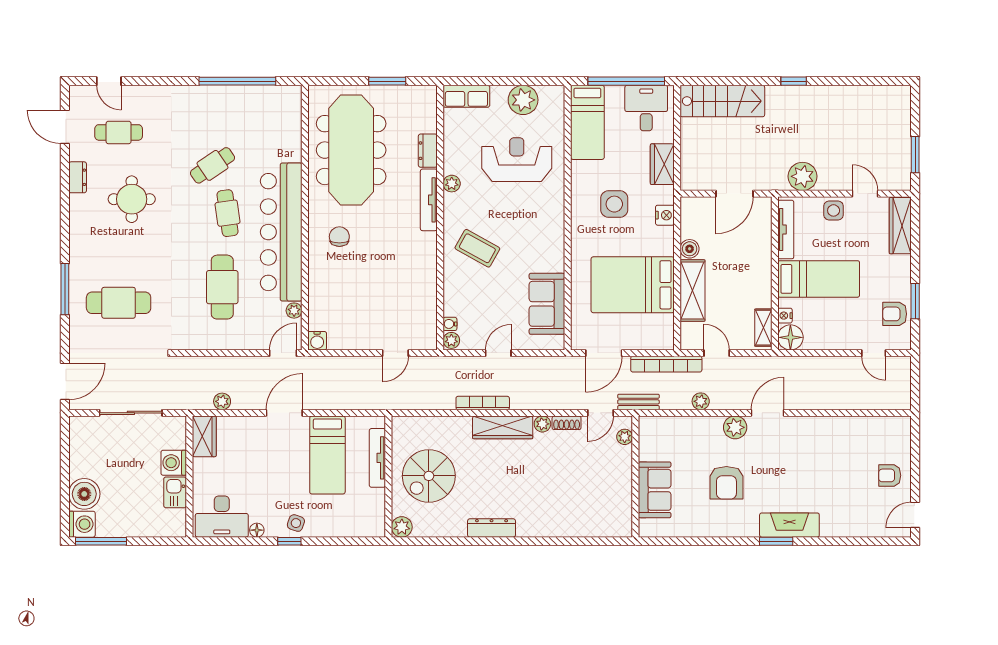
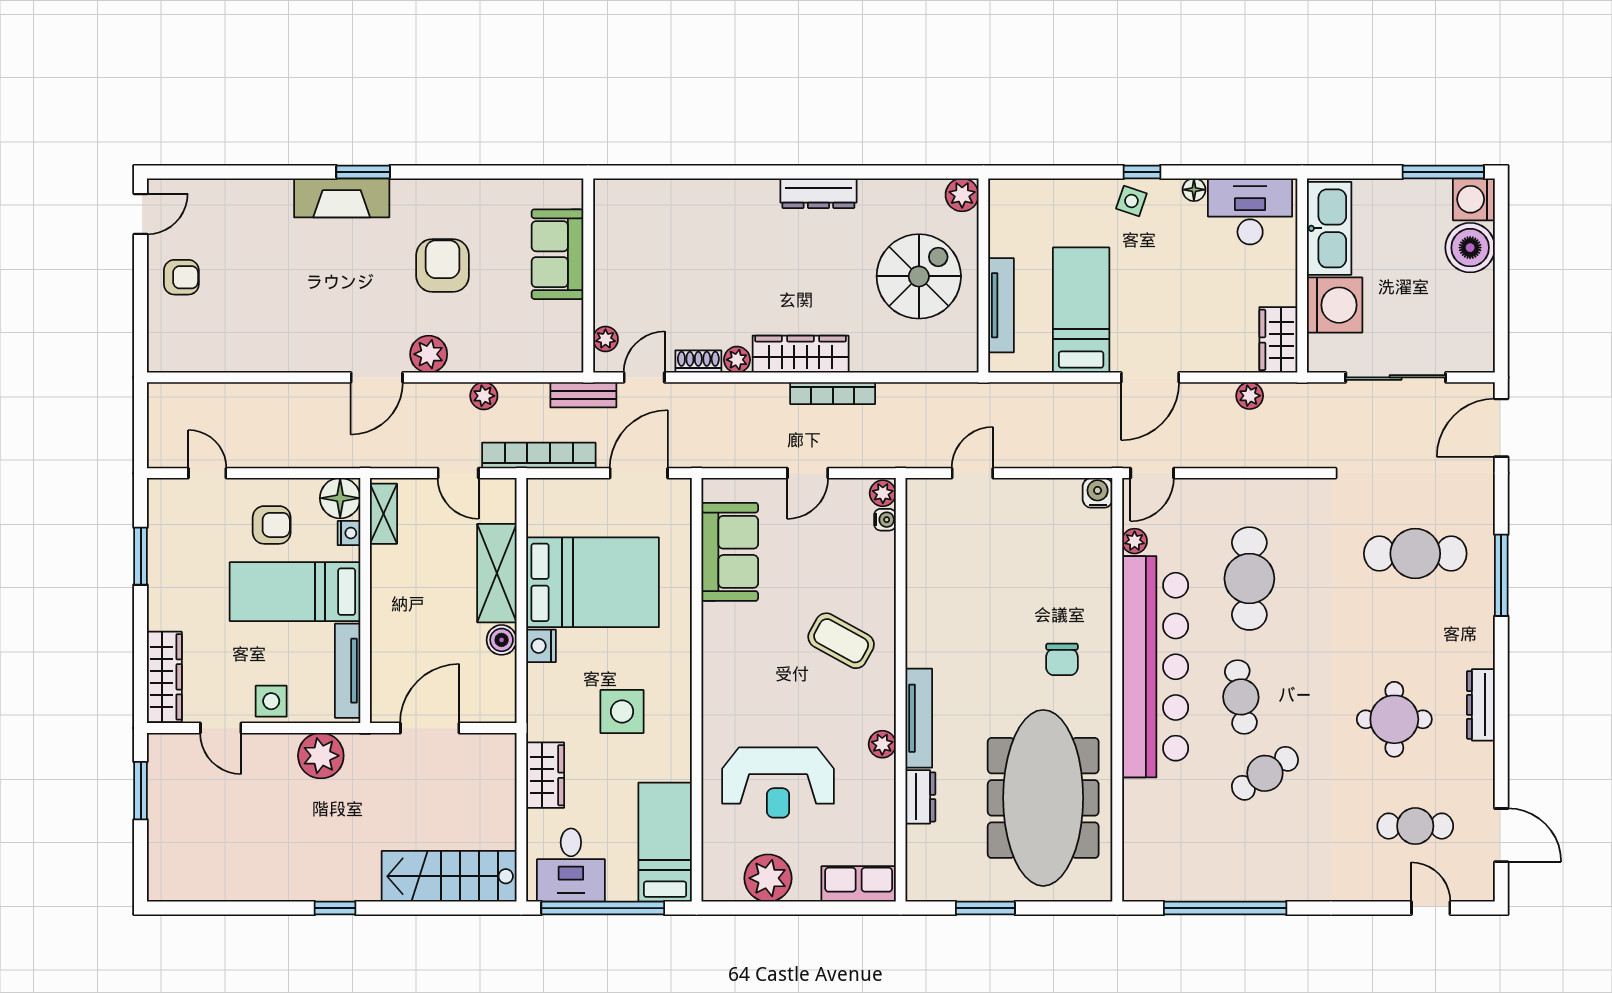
dresser: (78, 177) -> (1481, 705), moved, width x1.44
nightstand: (665, 215) -> (541, 646), moved
armchair: (895, 314) -> (272, 525), moved
washing machine: (174, 463) -> (1335, 305), width x1.37, depth x1.37
kitchen sink: (175, 492) -> (1329, 228), width x1.88, depth x1.24

